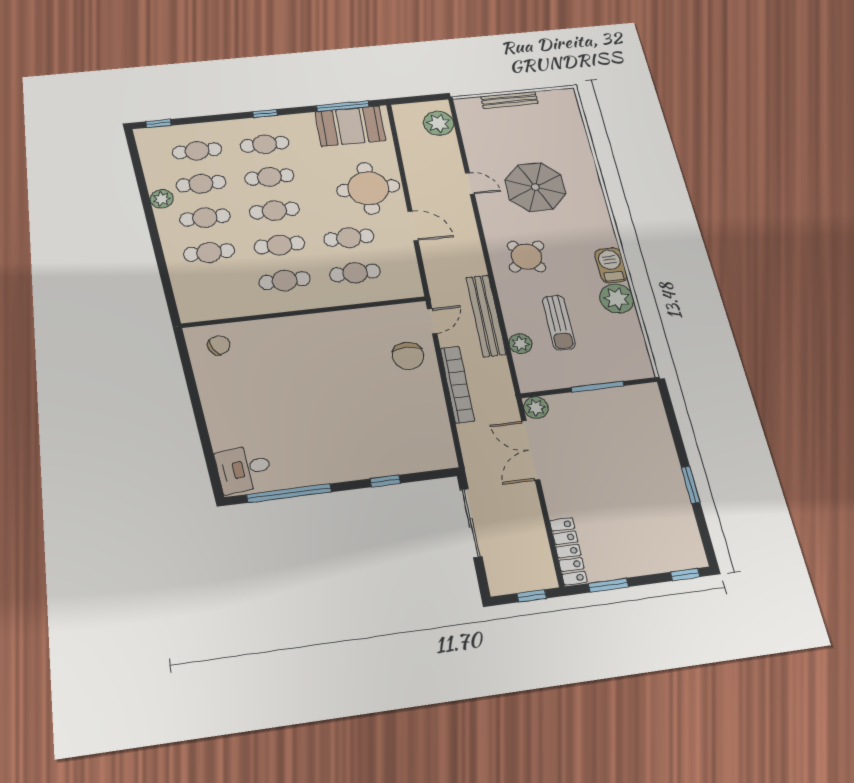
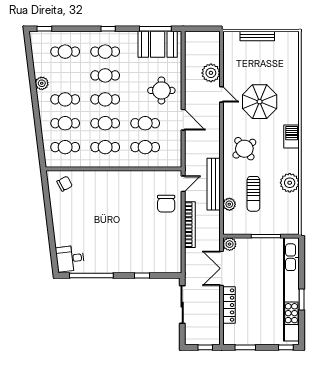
plant: (439, 123) -> (211, 73), moved
cafe table: (201, 184) -> (65, 147), moved
round table: (368, 188) -> (161, 90), width x0.73, depth x0.73
barbecue: (611, 265) -> (292, 137), moved
kitchen unit: (667, 470) -> (291, 289), added
locker: (568, 551) -> (229, 305), moved

